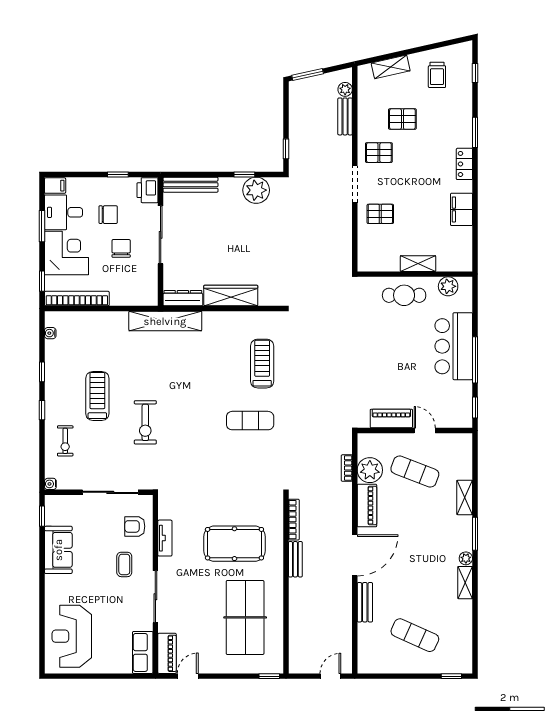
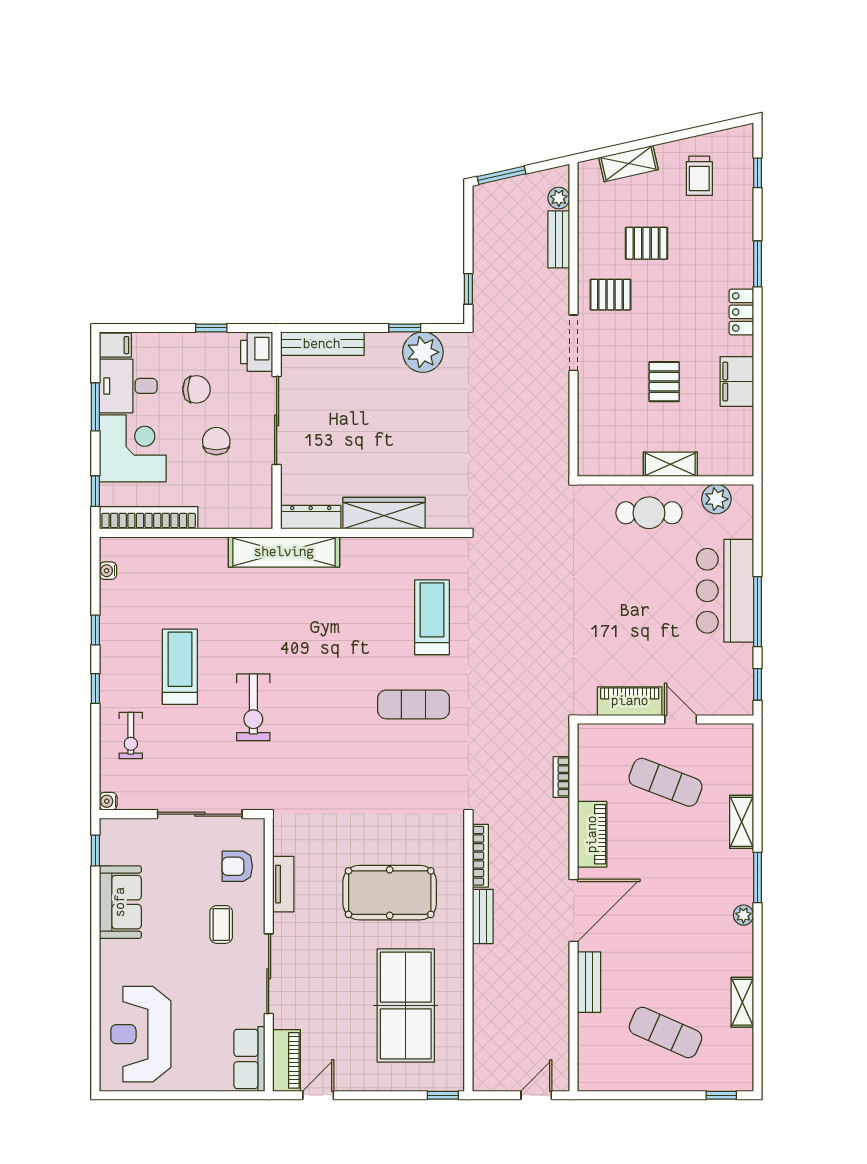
pallet: (380, 214) -> (664, 382), moved, turned 90
plant: (370, 470) -> (597, 780), removed
shelving: (465, 583) -> (742, 1002), moved

